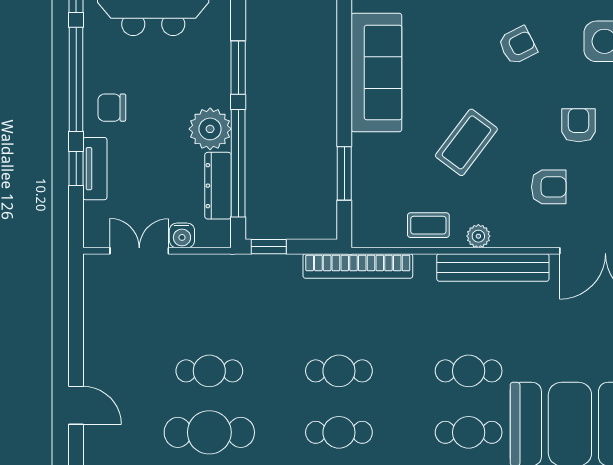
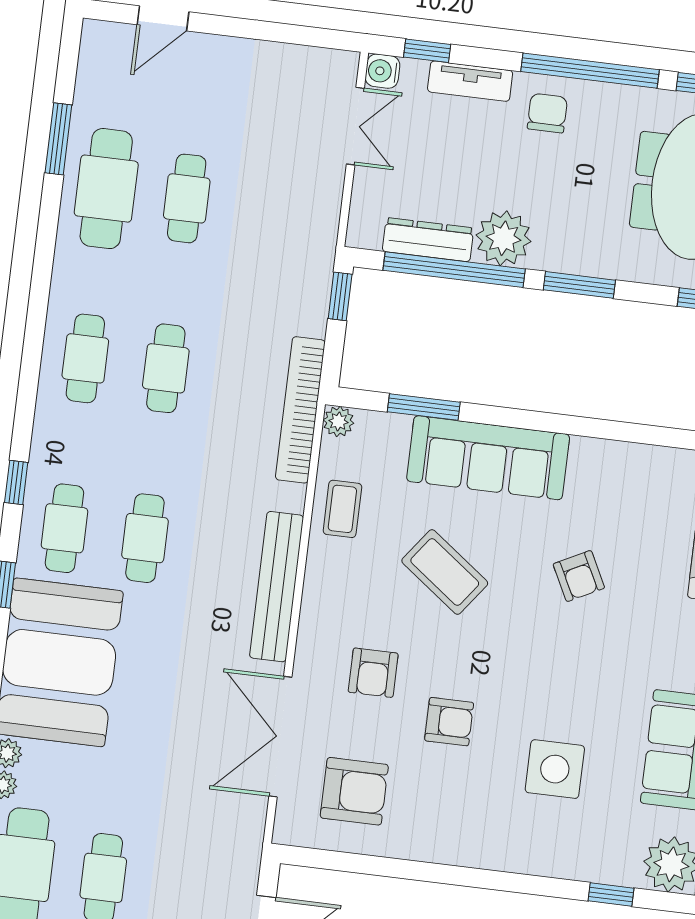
armchair: (518, 45) -> (579, 576), moved
sofa: (376, 73) -> (488, 458), moved
window: (76, 169) -> (427, 51), moved
water cooler: (182, 235) -> (382, 71), moved
plant: (478, 236) -> (338, 421), moved

